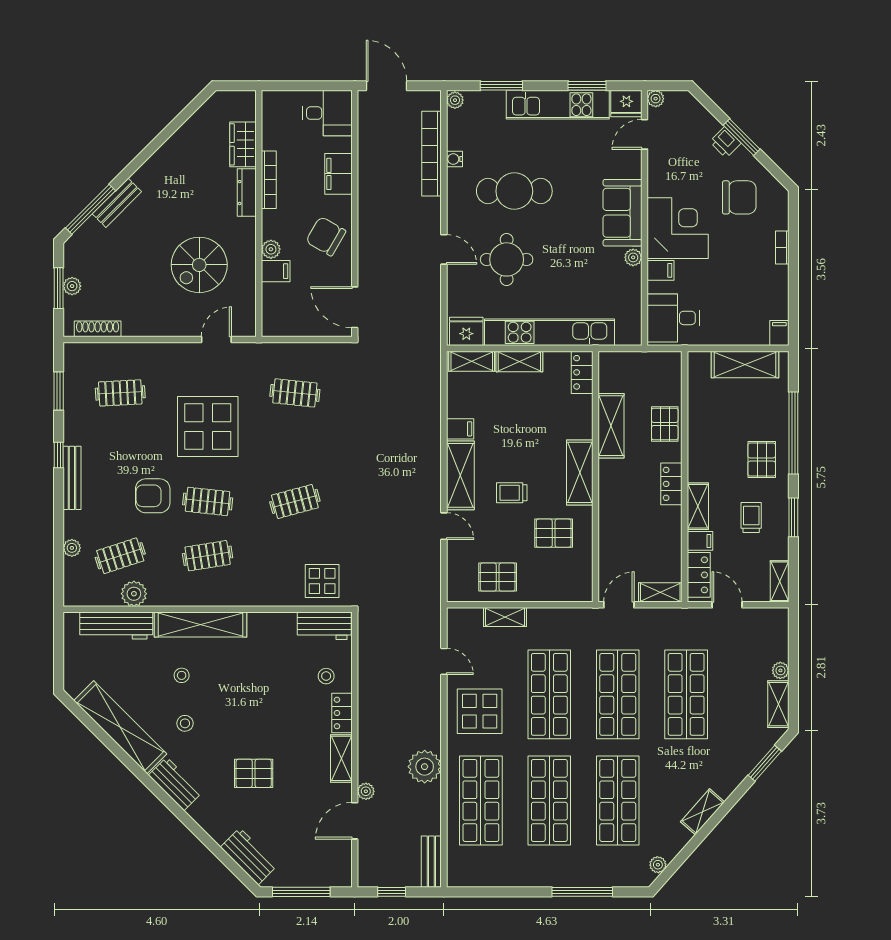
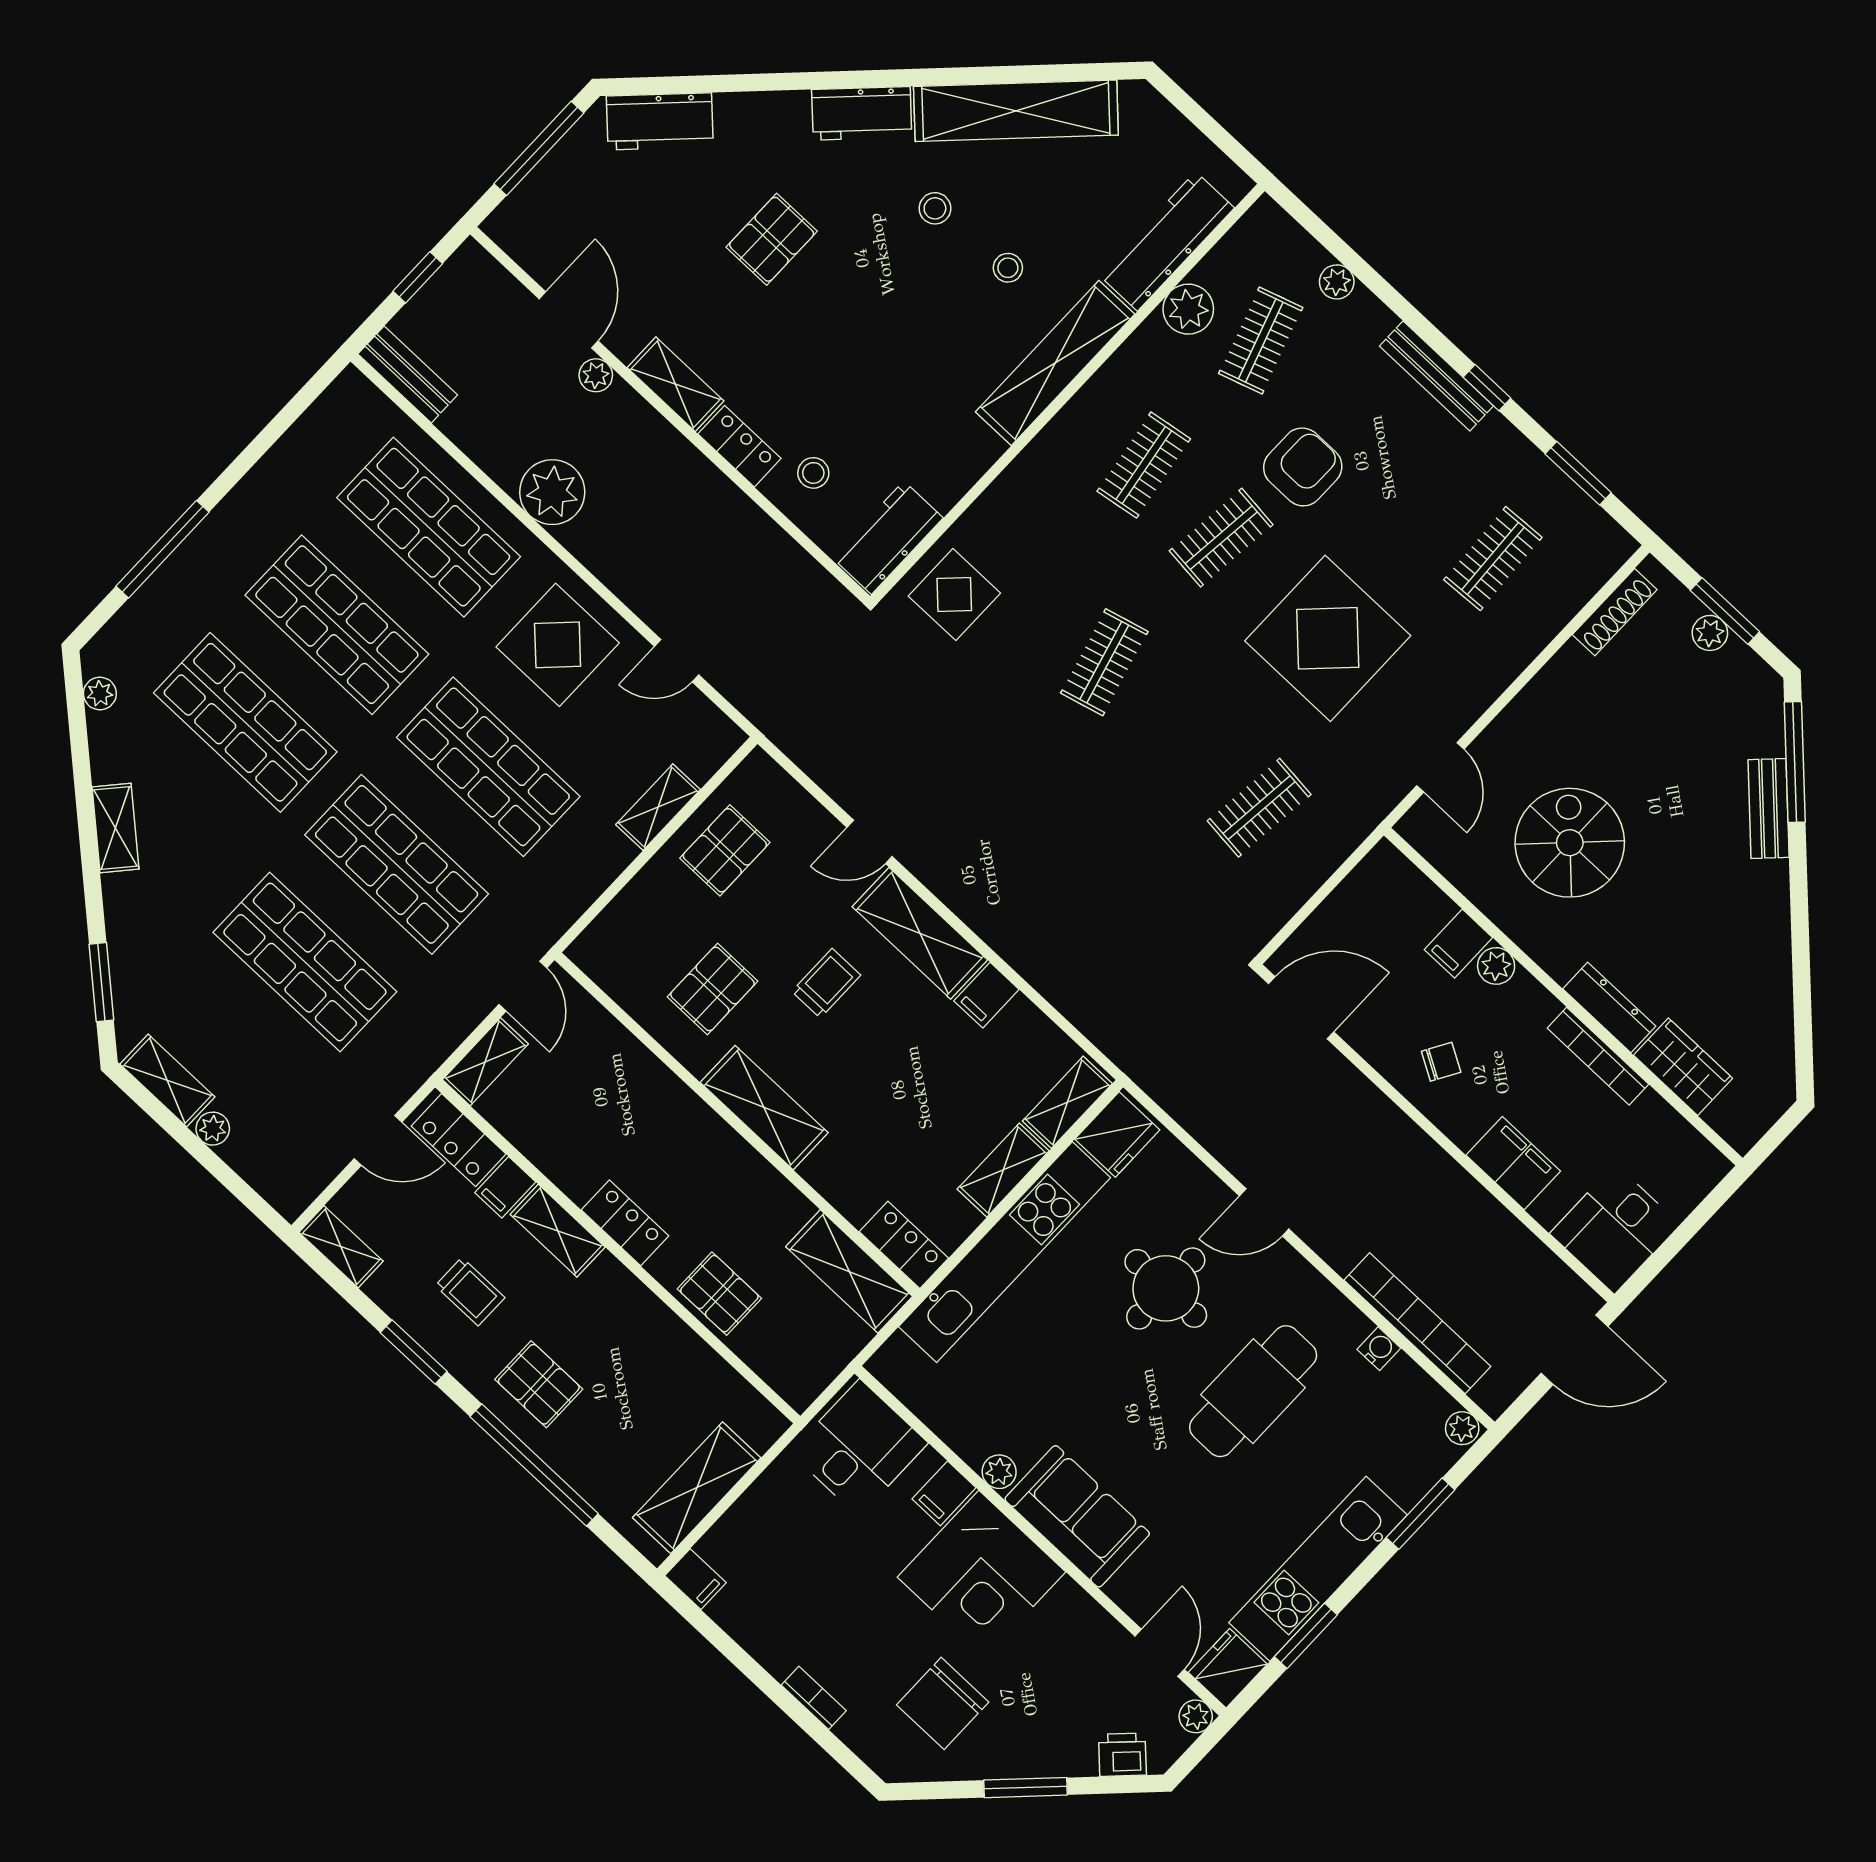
printer: (725, 142) -> (1122, 1755), moved
chair: (326, 236) -> (1441, 1062), width x0.54, depth x0.54
shelving: (611, 426) -> (849, 1271), moved

